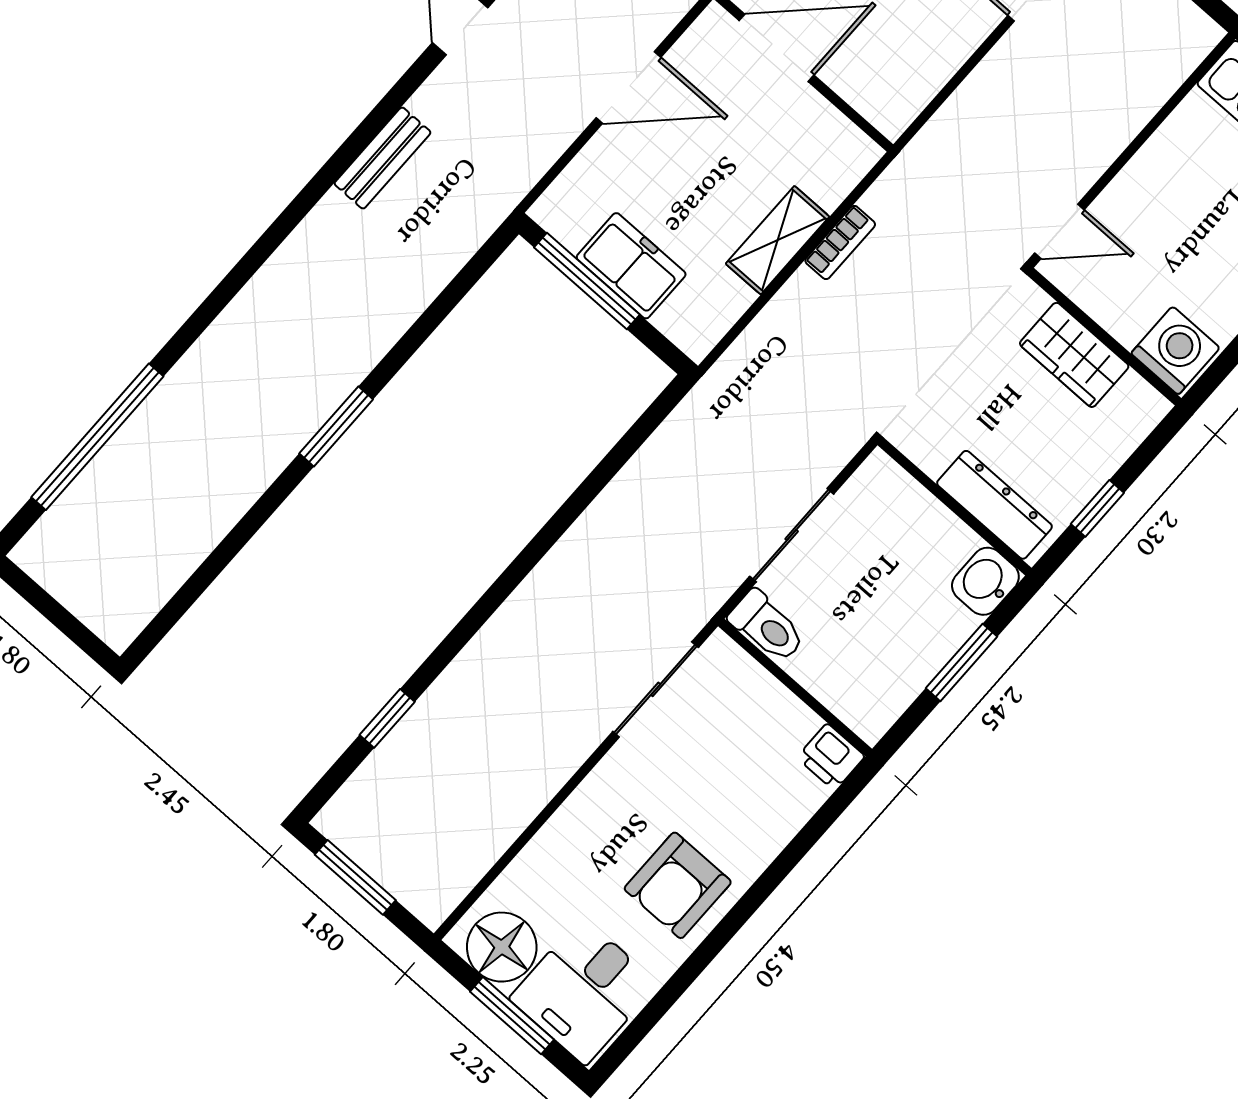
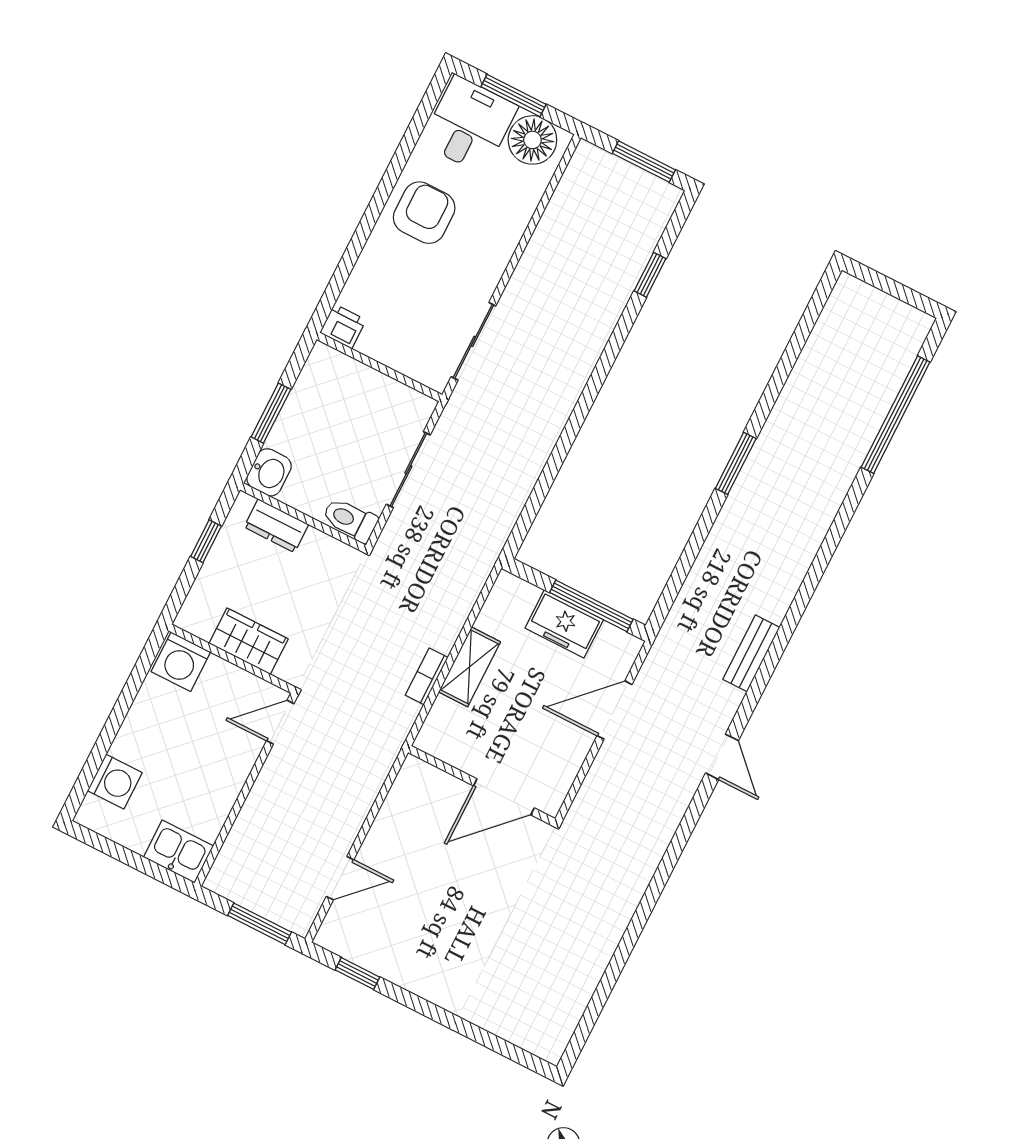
door: (628, 87) -> (614, 710), moved
dresser: (994, 505) -> (276, 526), width x0.70
toilet: (767, 626) -> (350, 520), moved

